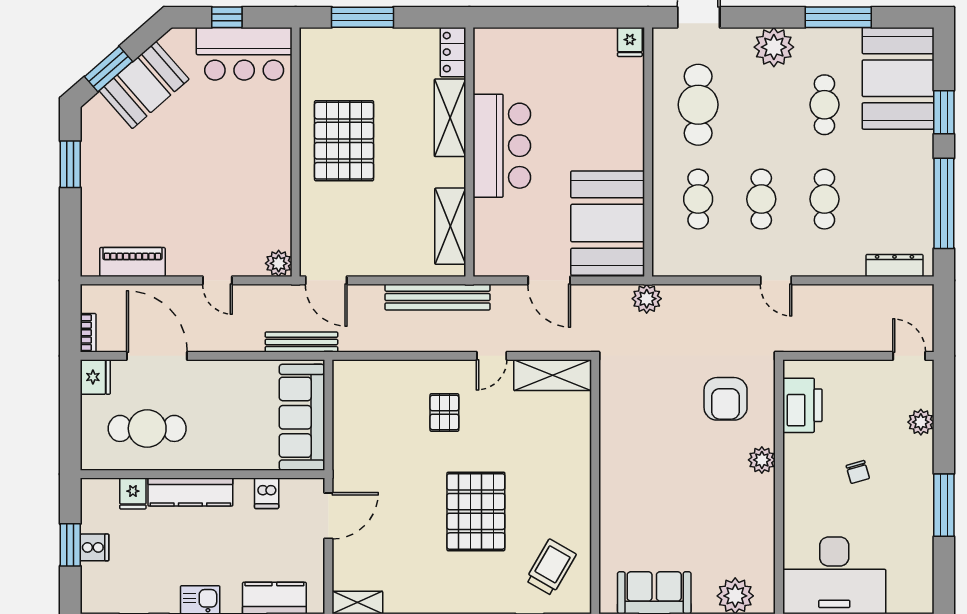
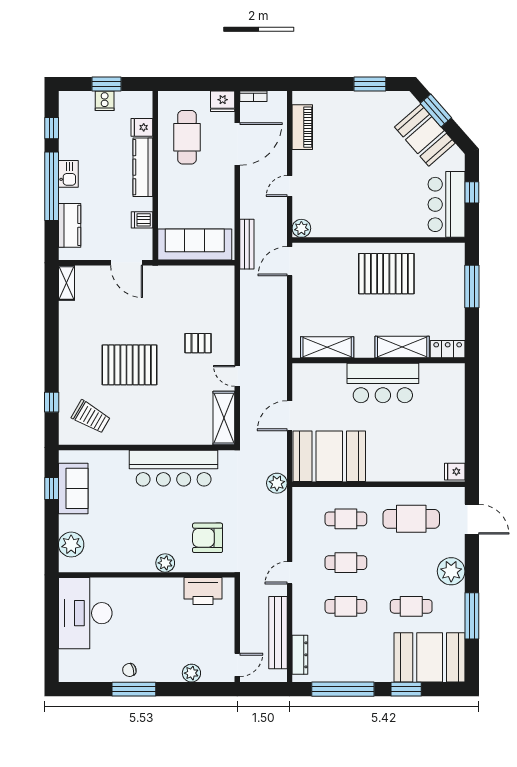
bench: (438, 297) -> (278, 633), moved
bar counter: (625, 448) -> (174, 468), added
chair: (858, 472) -> (129, 670), moved

